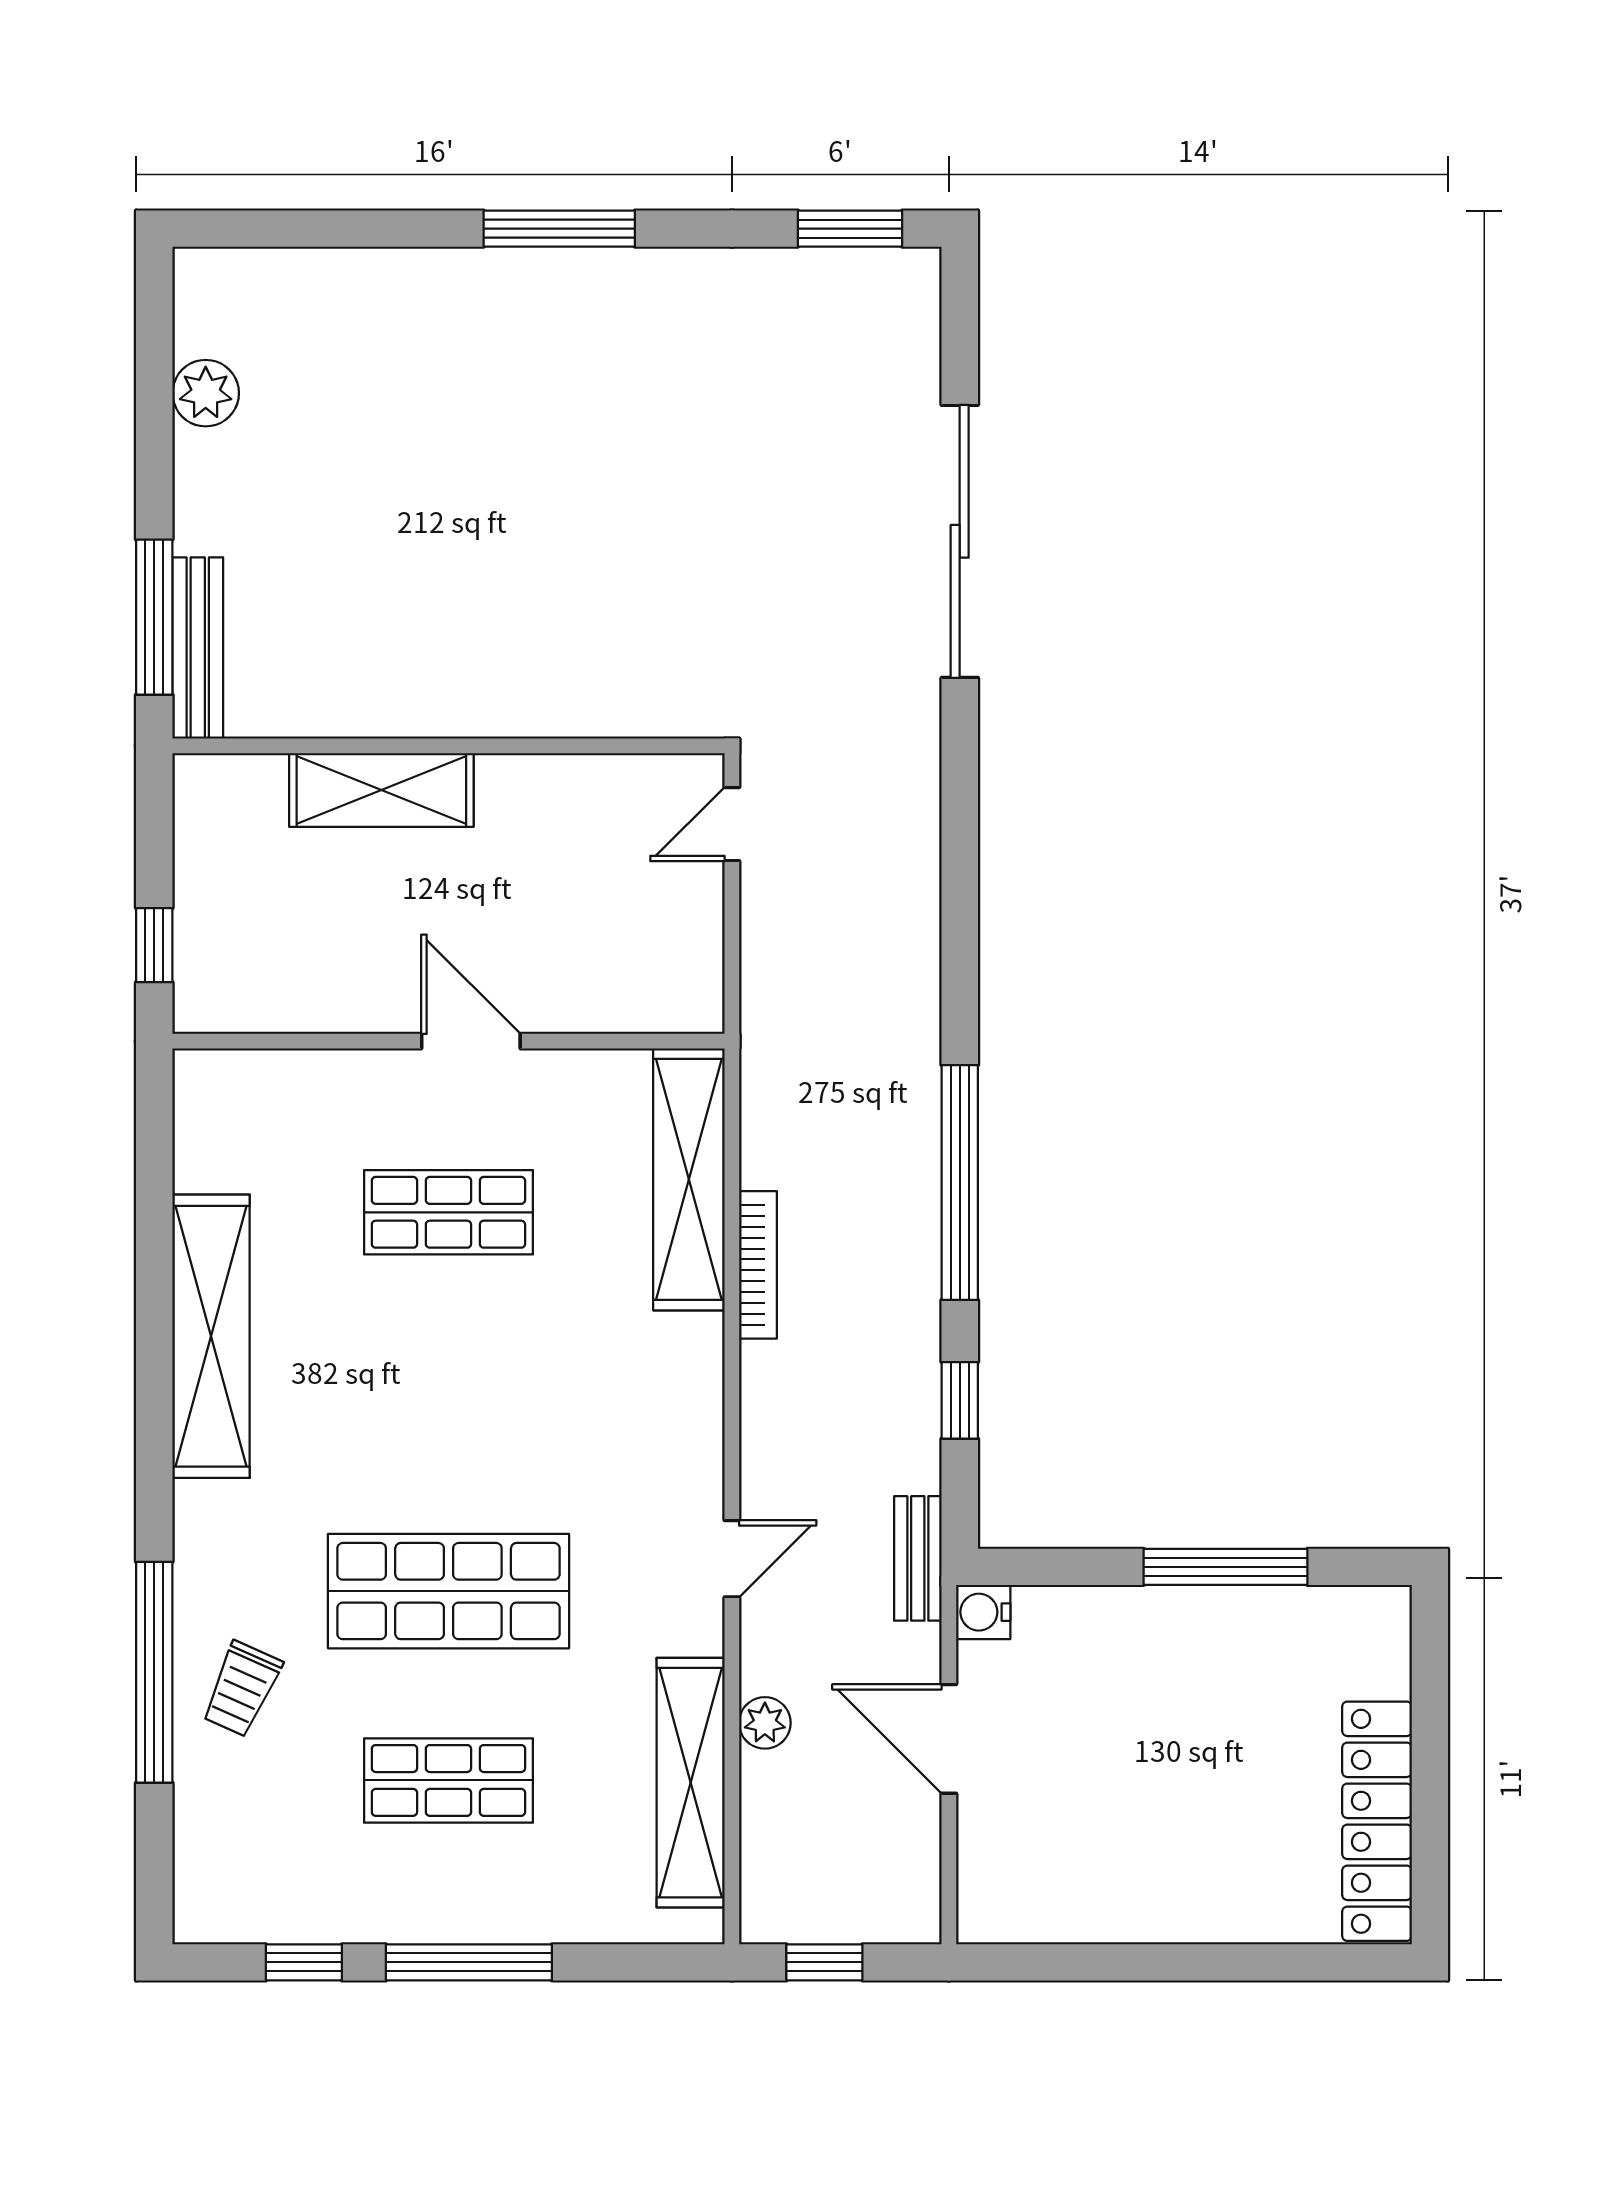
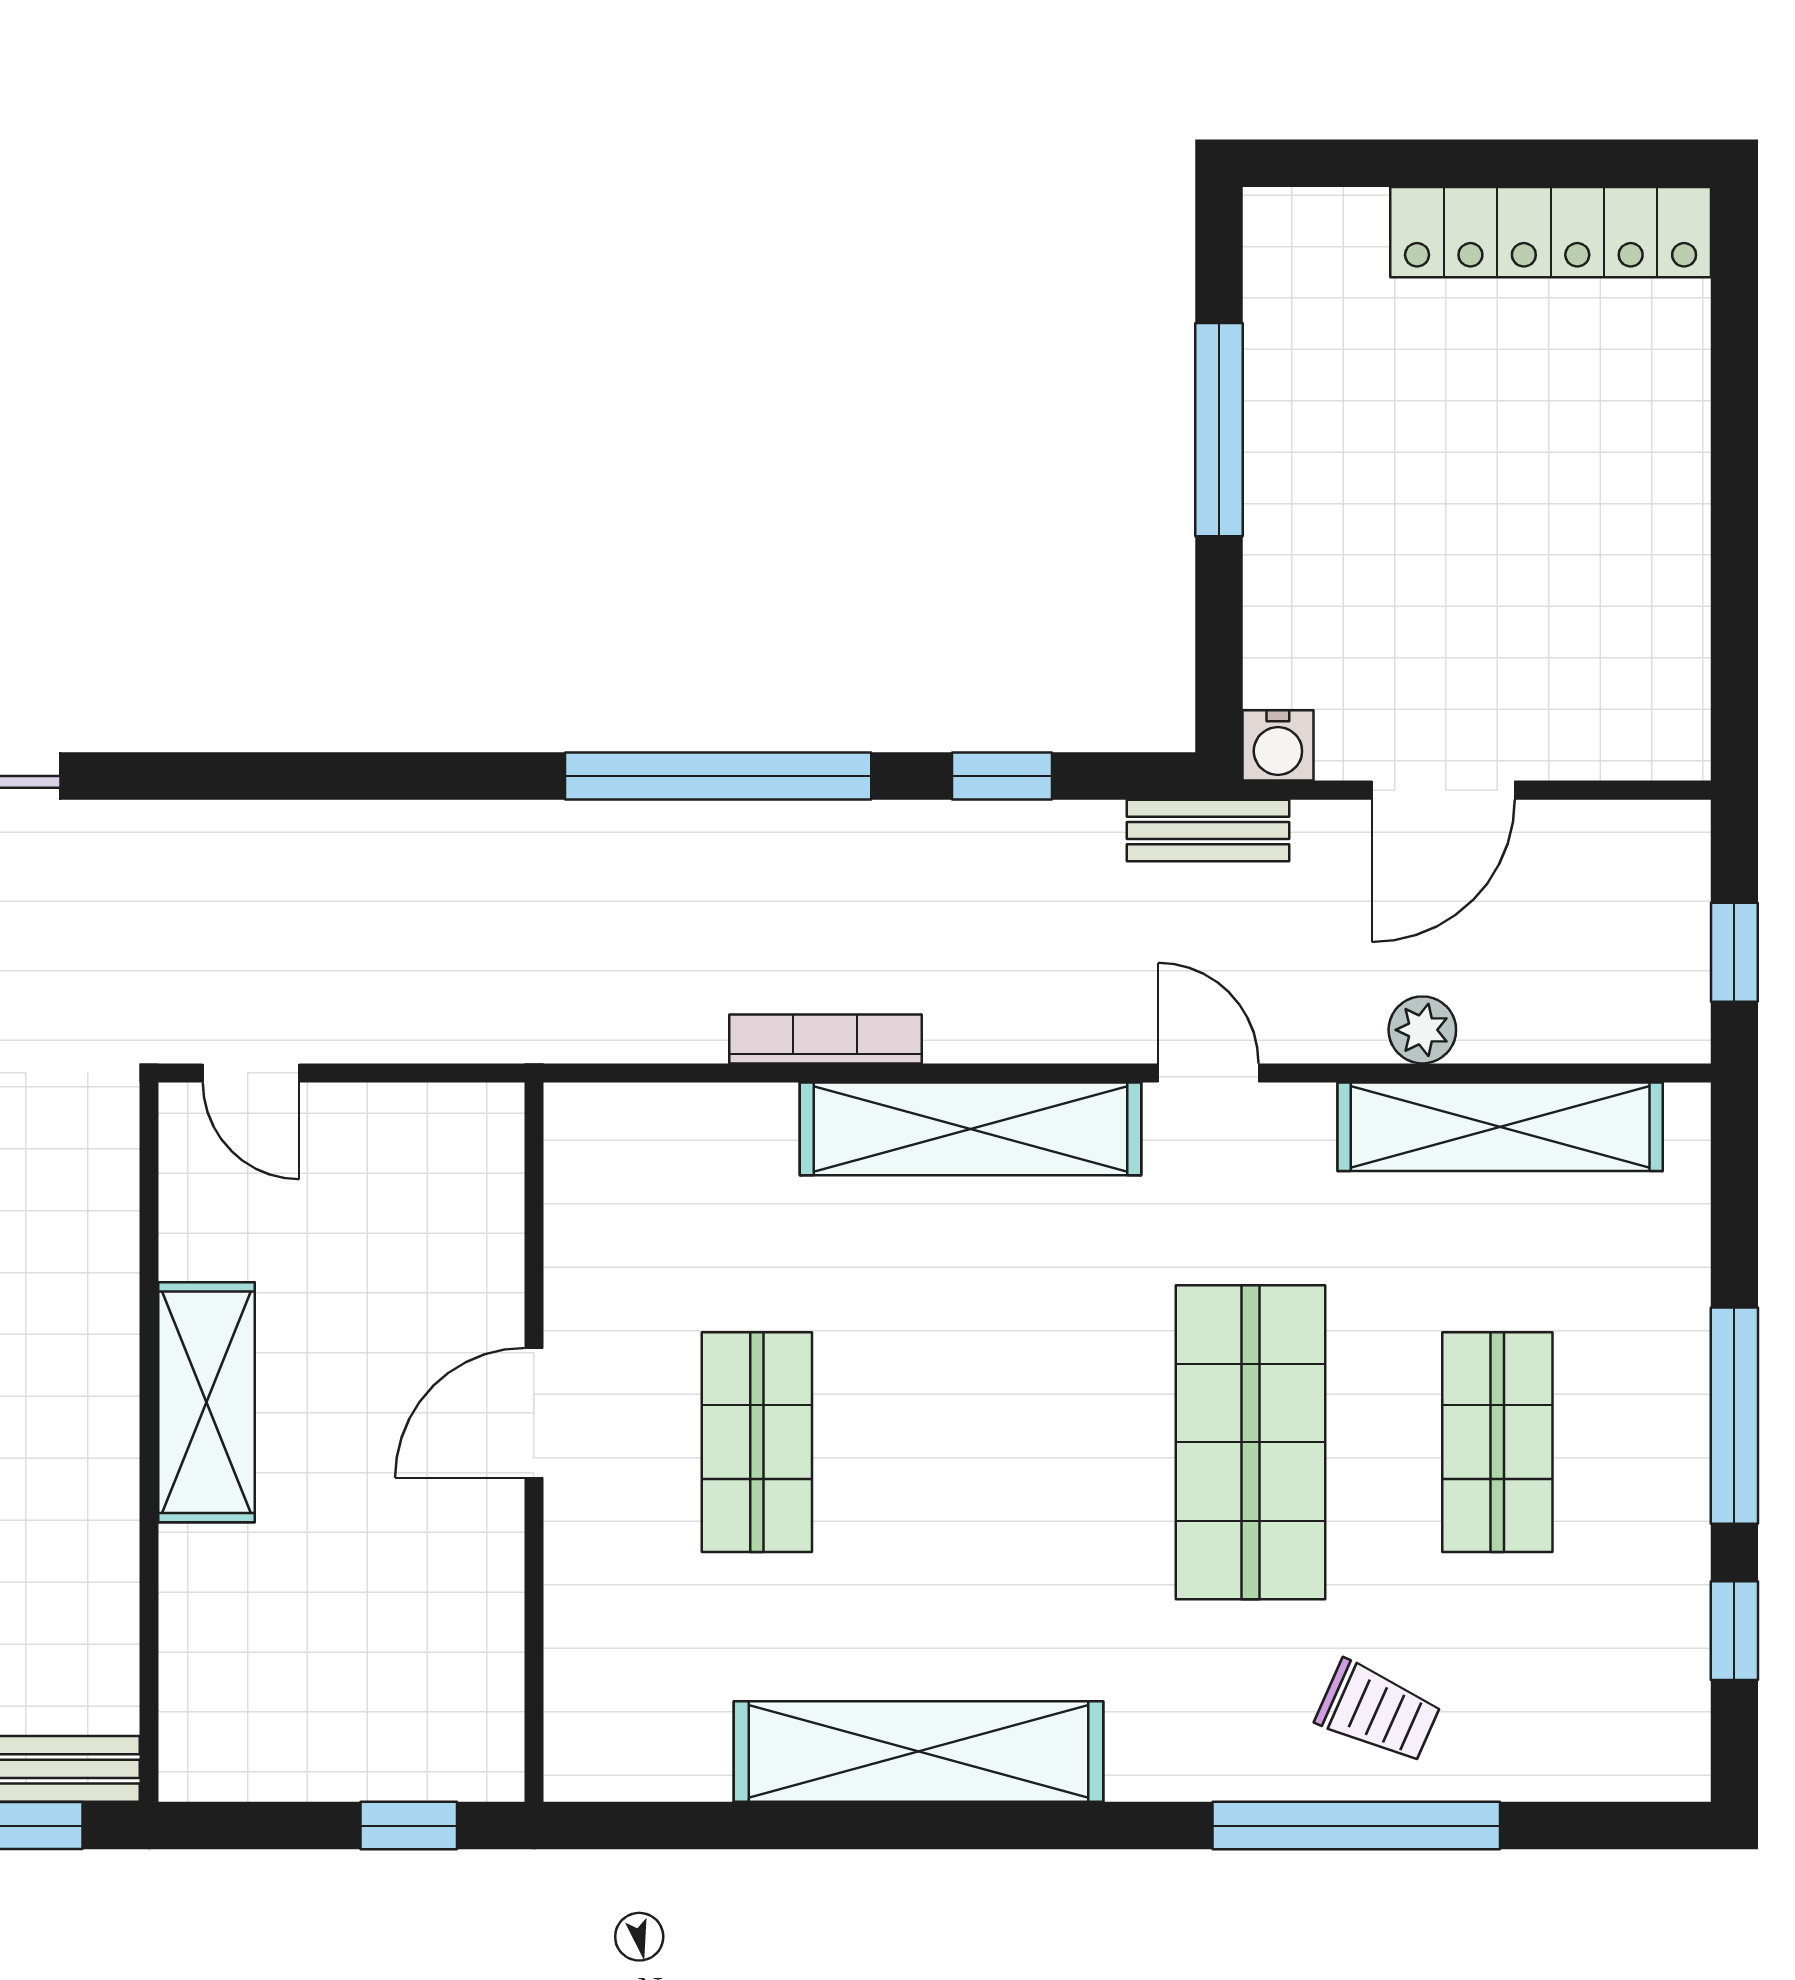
shelving: (381, 790) -> (207, 1402), moved
shelving: (689, 1179) -> (971, 1129), moved

